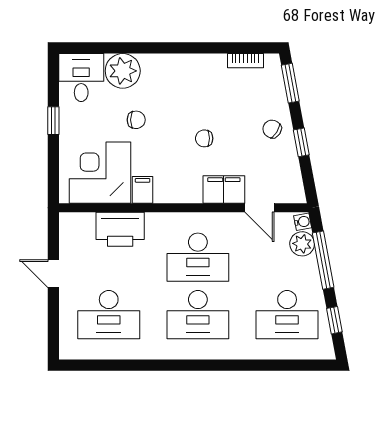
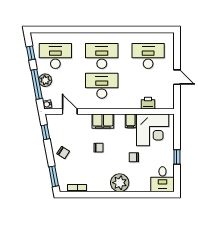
plant: (123, 71) -> (120, 183), moved
window: (301, 142) -> (45, 132), moved
filing cabinet: (224, 189) -> (103, 121), moved
printer: (120, 229) -> (148, 103), width x0.53, depth x0.68
plant: (302, 244) -> (45, 80), moved

